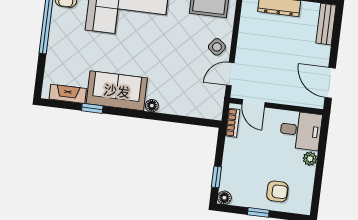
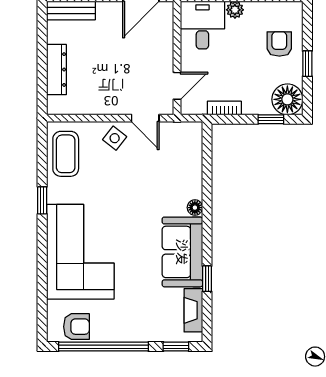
window: (40, 76) -> (176, 347), added
bookcase: (233, 123) -> (224, 108), moved
floor lamp: (224, 198) -> (287, 99), width x1.89, depth x1.89

